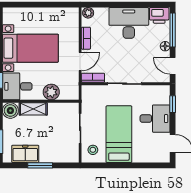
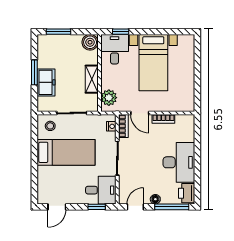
plant: (88, 13) -> (189, 121), removed
nightstand: (93, 90) -> (111, 126), added
plant: (51, 92) -> (109, 98), moved
shelving: (33, 109) -> (92, 79), moved
desk: (155, 119) -> (101, 190), moved, turned -90
freezer: (25, 154) -> (46, 82), moved

